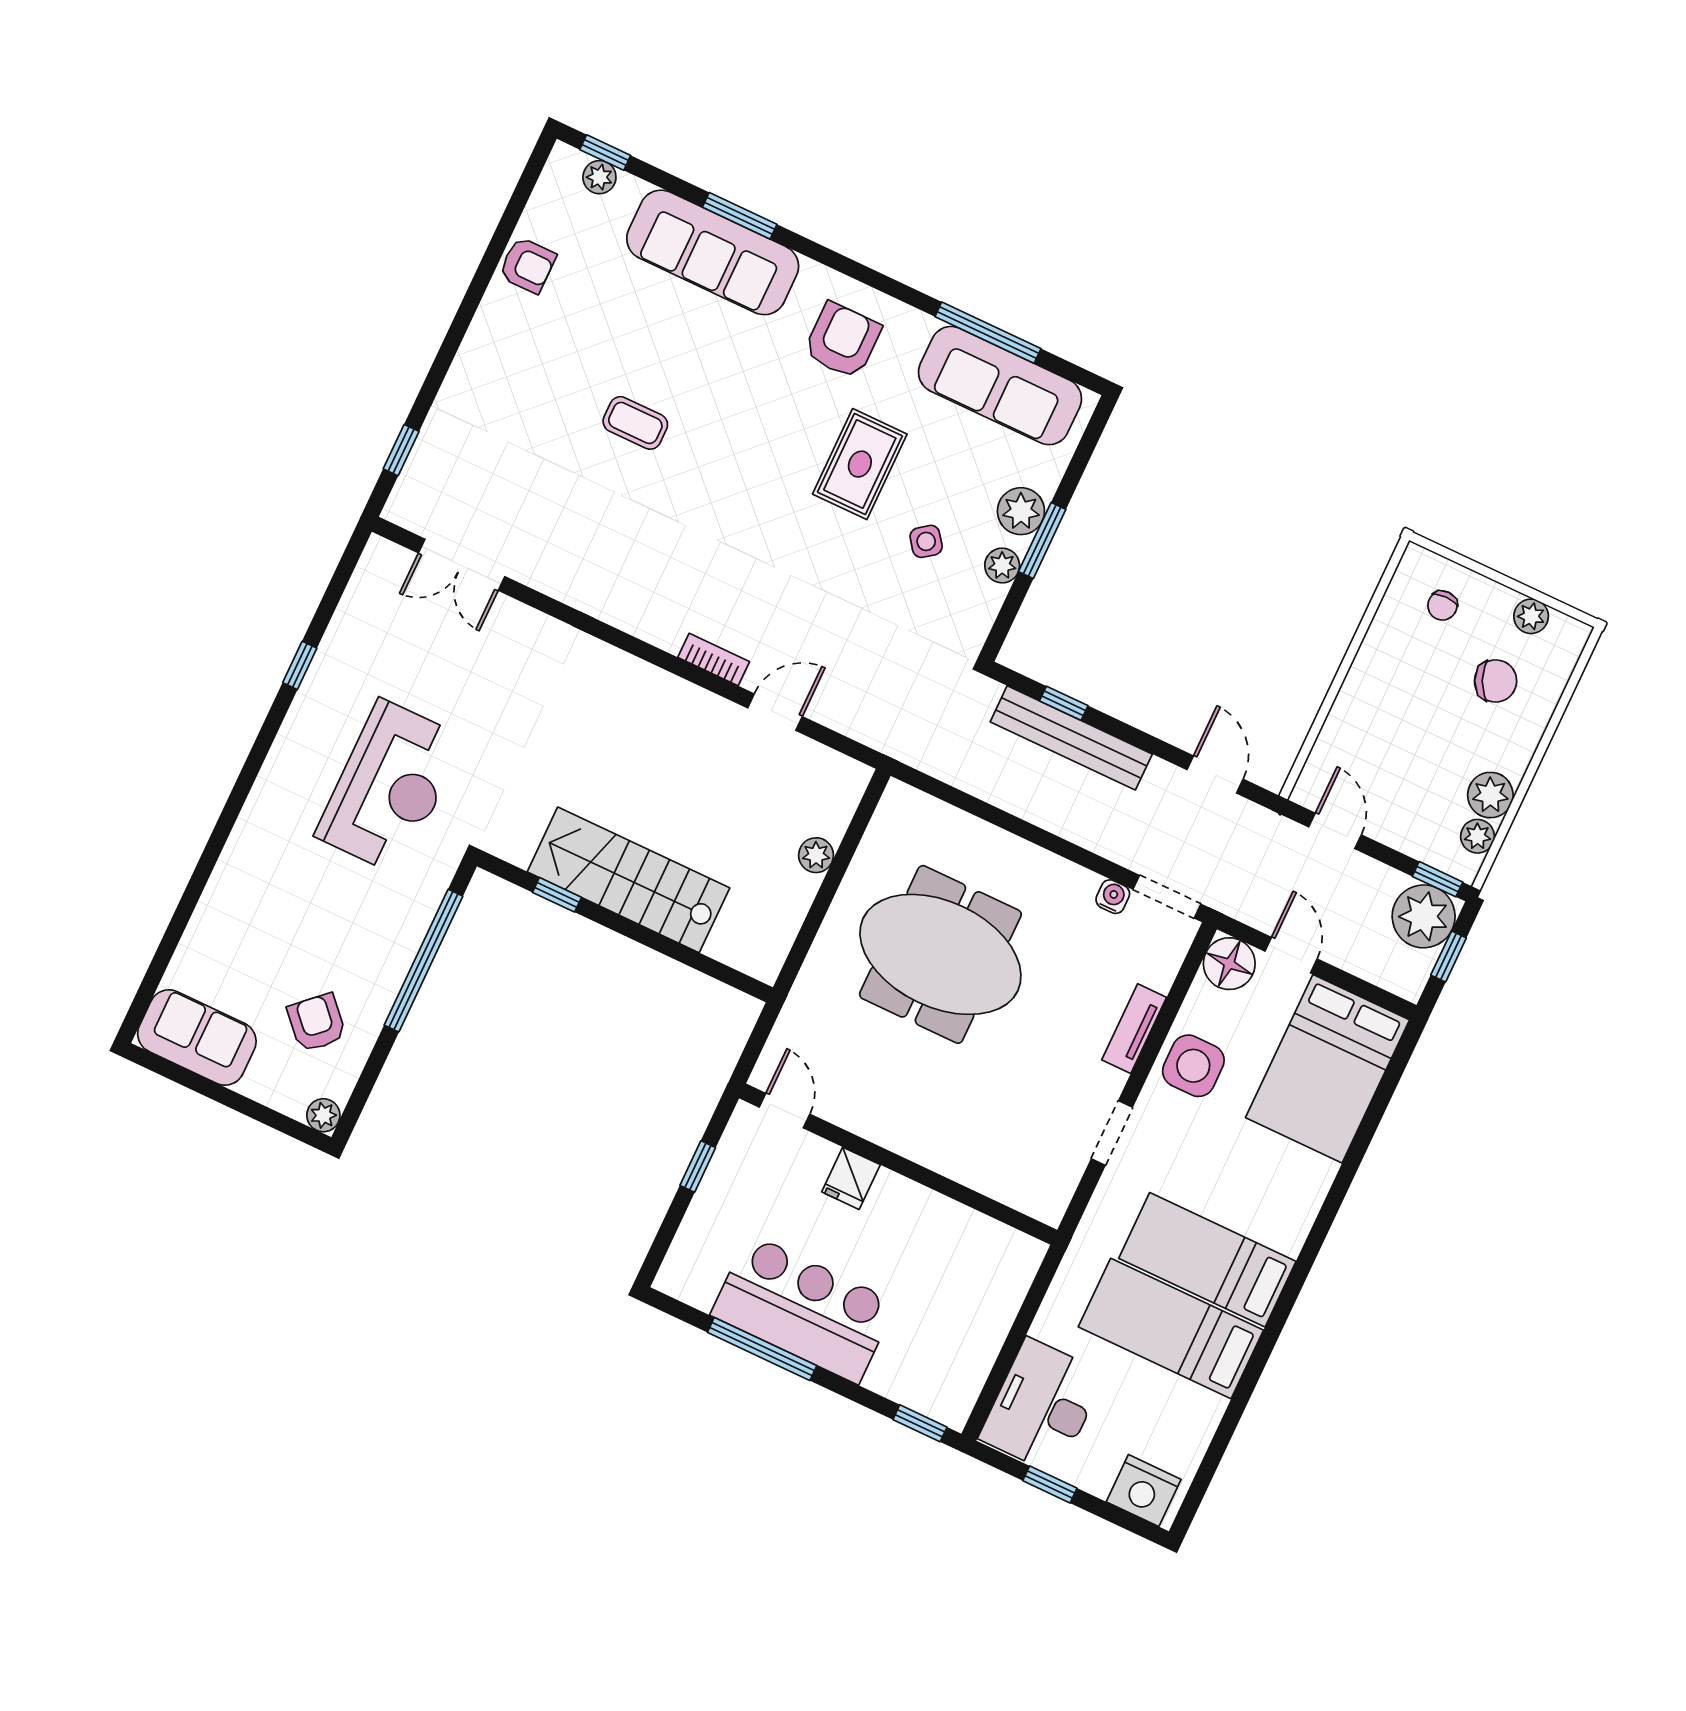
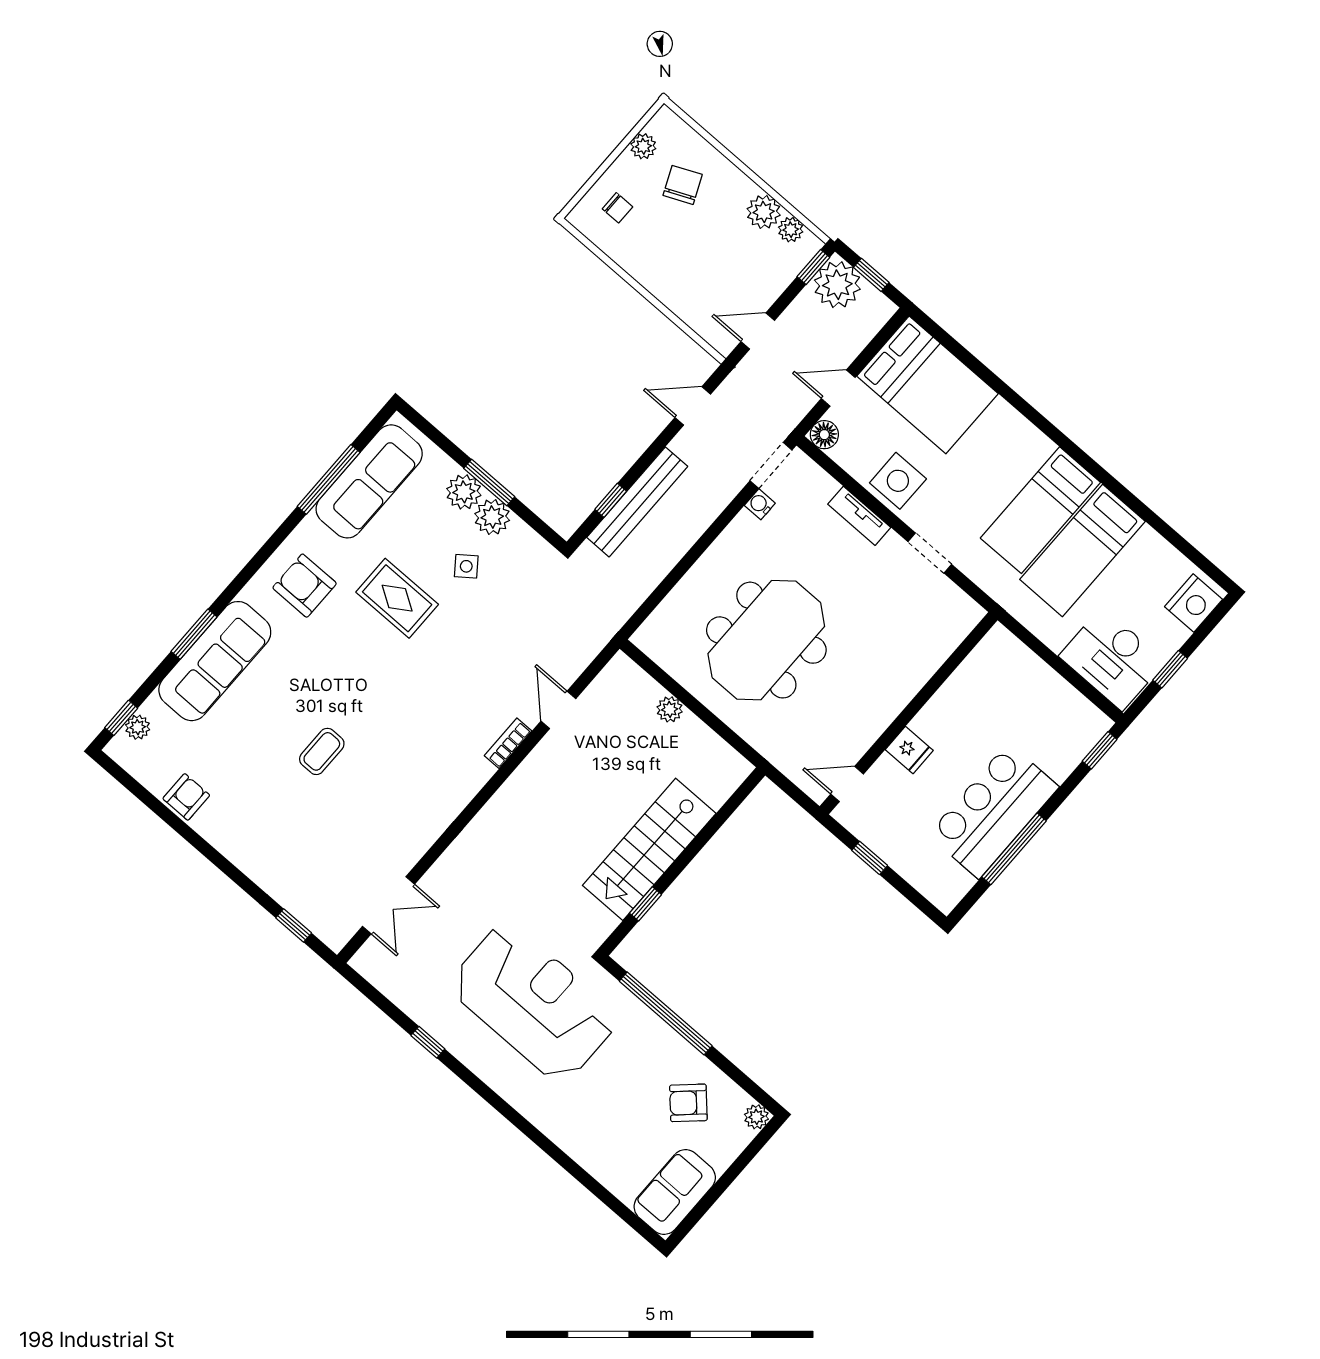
plant: (1002, 566) -> (492, 517), width x1.38, depth x1.38
reception desk: (390, 787) -> (534, 1002), width x1.36, depth x1.30
floor lamp: (1229, 964) -> (824, 435), width x0.73, depth x0.73

